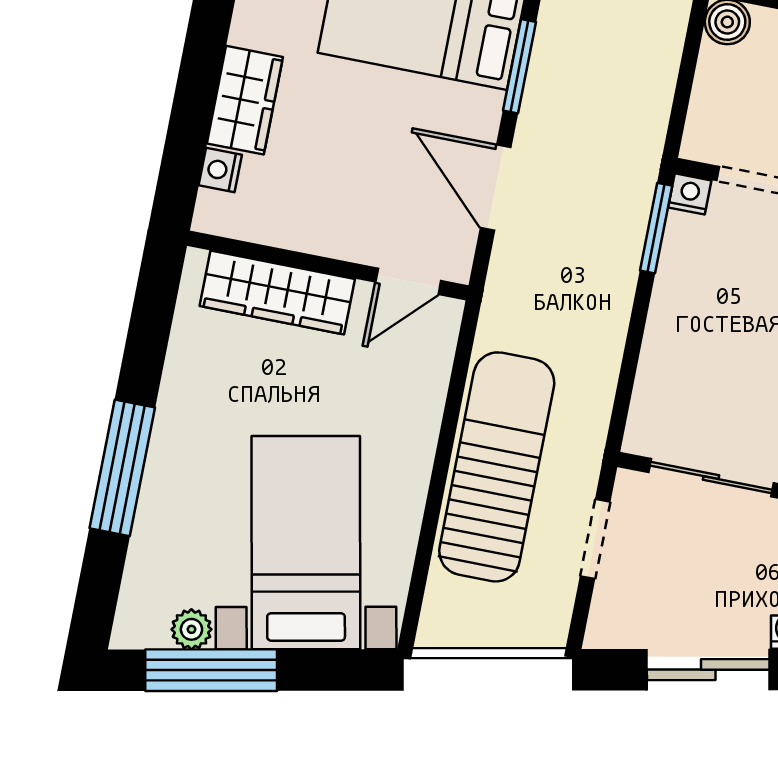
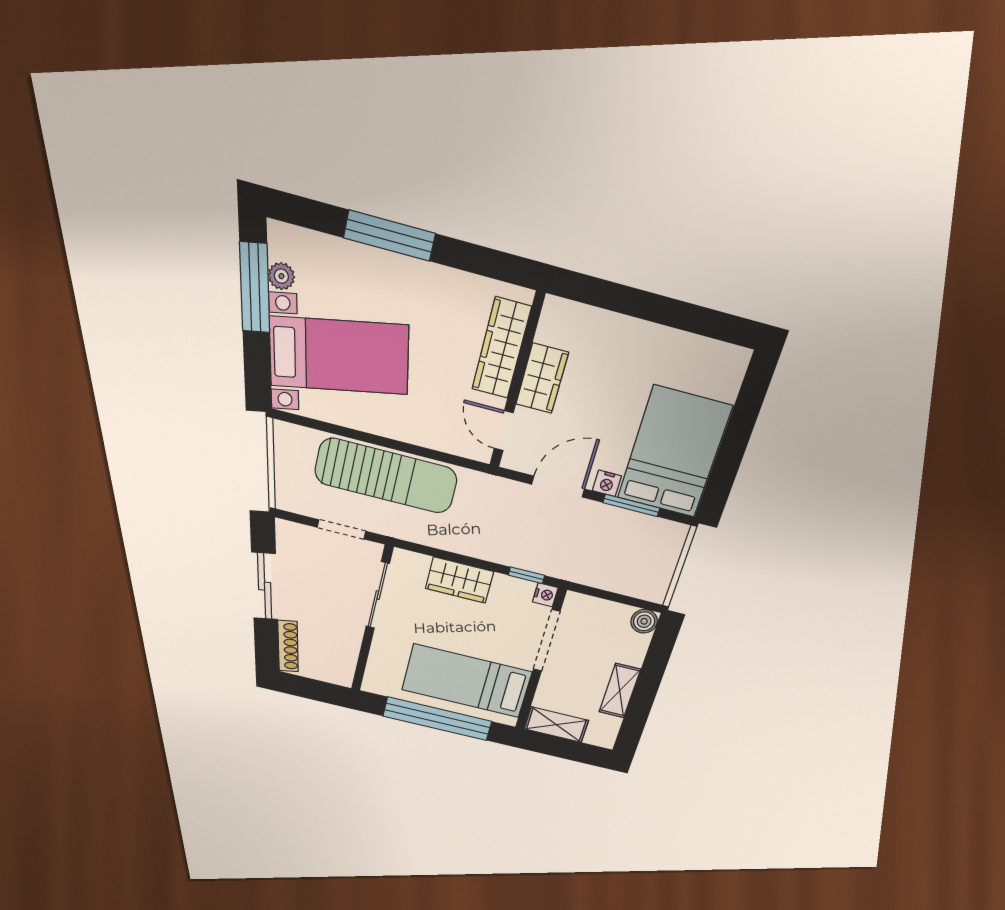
wardrobe: (245, 100) -> (542, 378), moved, turned -90
nightstand: (220, 170) -> (607, 483), moved, turned 180
window: (656, 228) -> (526, 575), width x0.67
wardrobe: (673, 340) -> (459, 580), added

